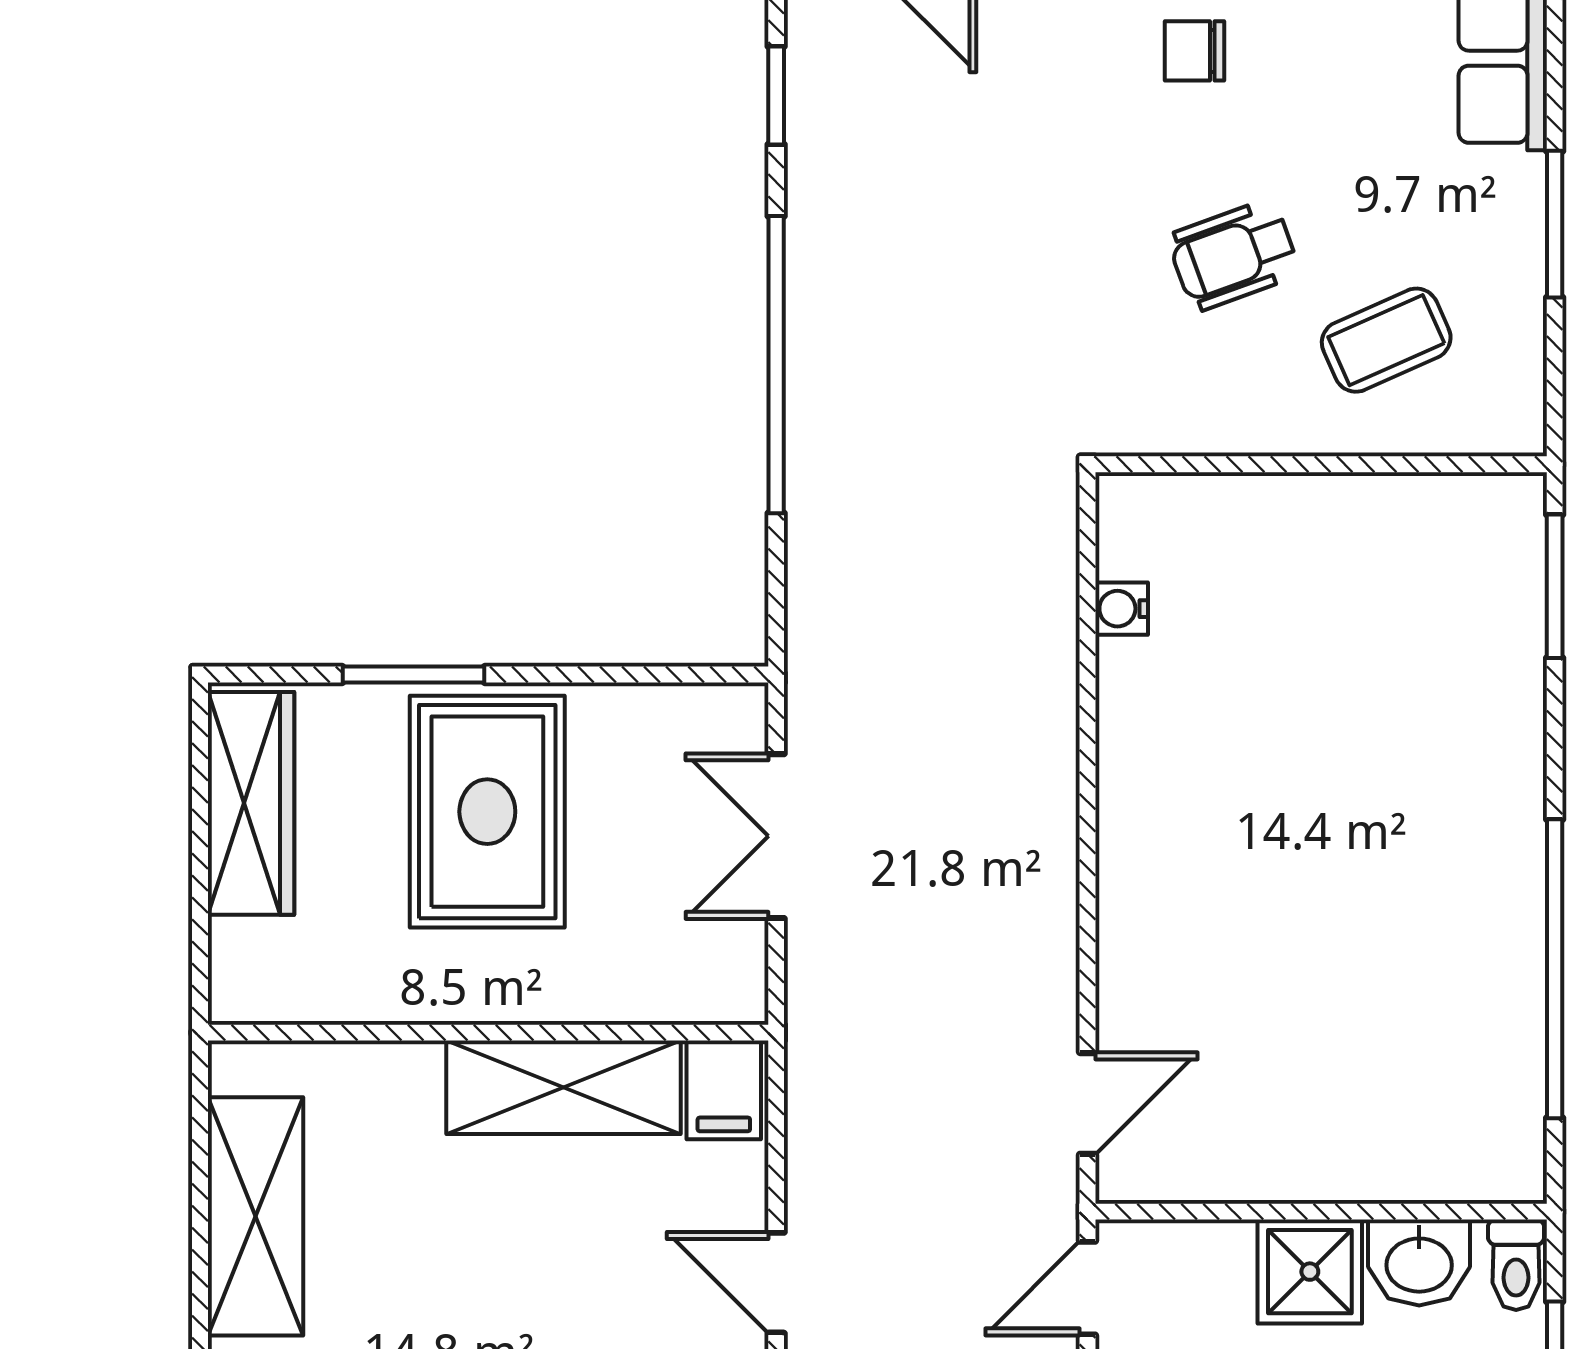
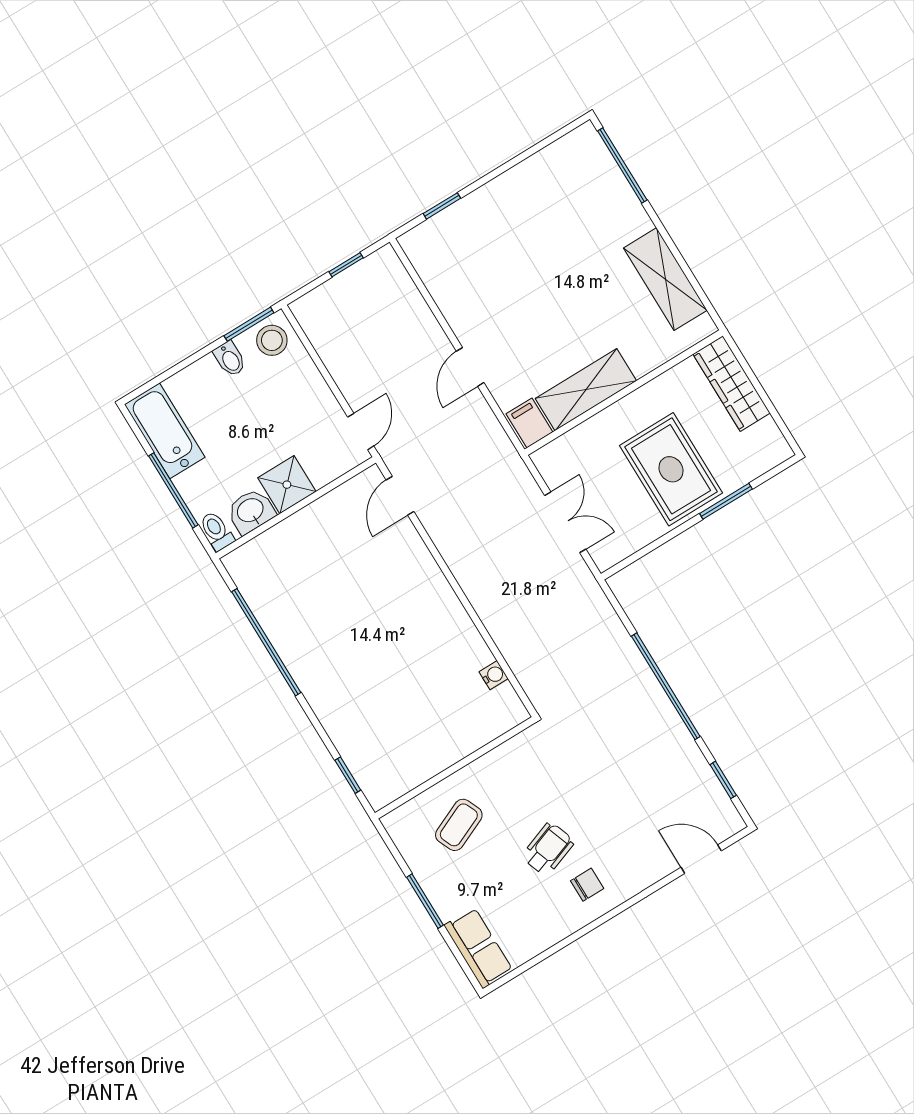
wheelchair: (1234, 255) -> (548, 849), moved
window: (1555, 586) -> (348, 775), width x0.67
wardrobe: (251, 803) -> (732, 384), moved
door: (776, 1283) -> (470, 367), swing flipped

